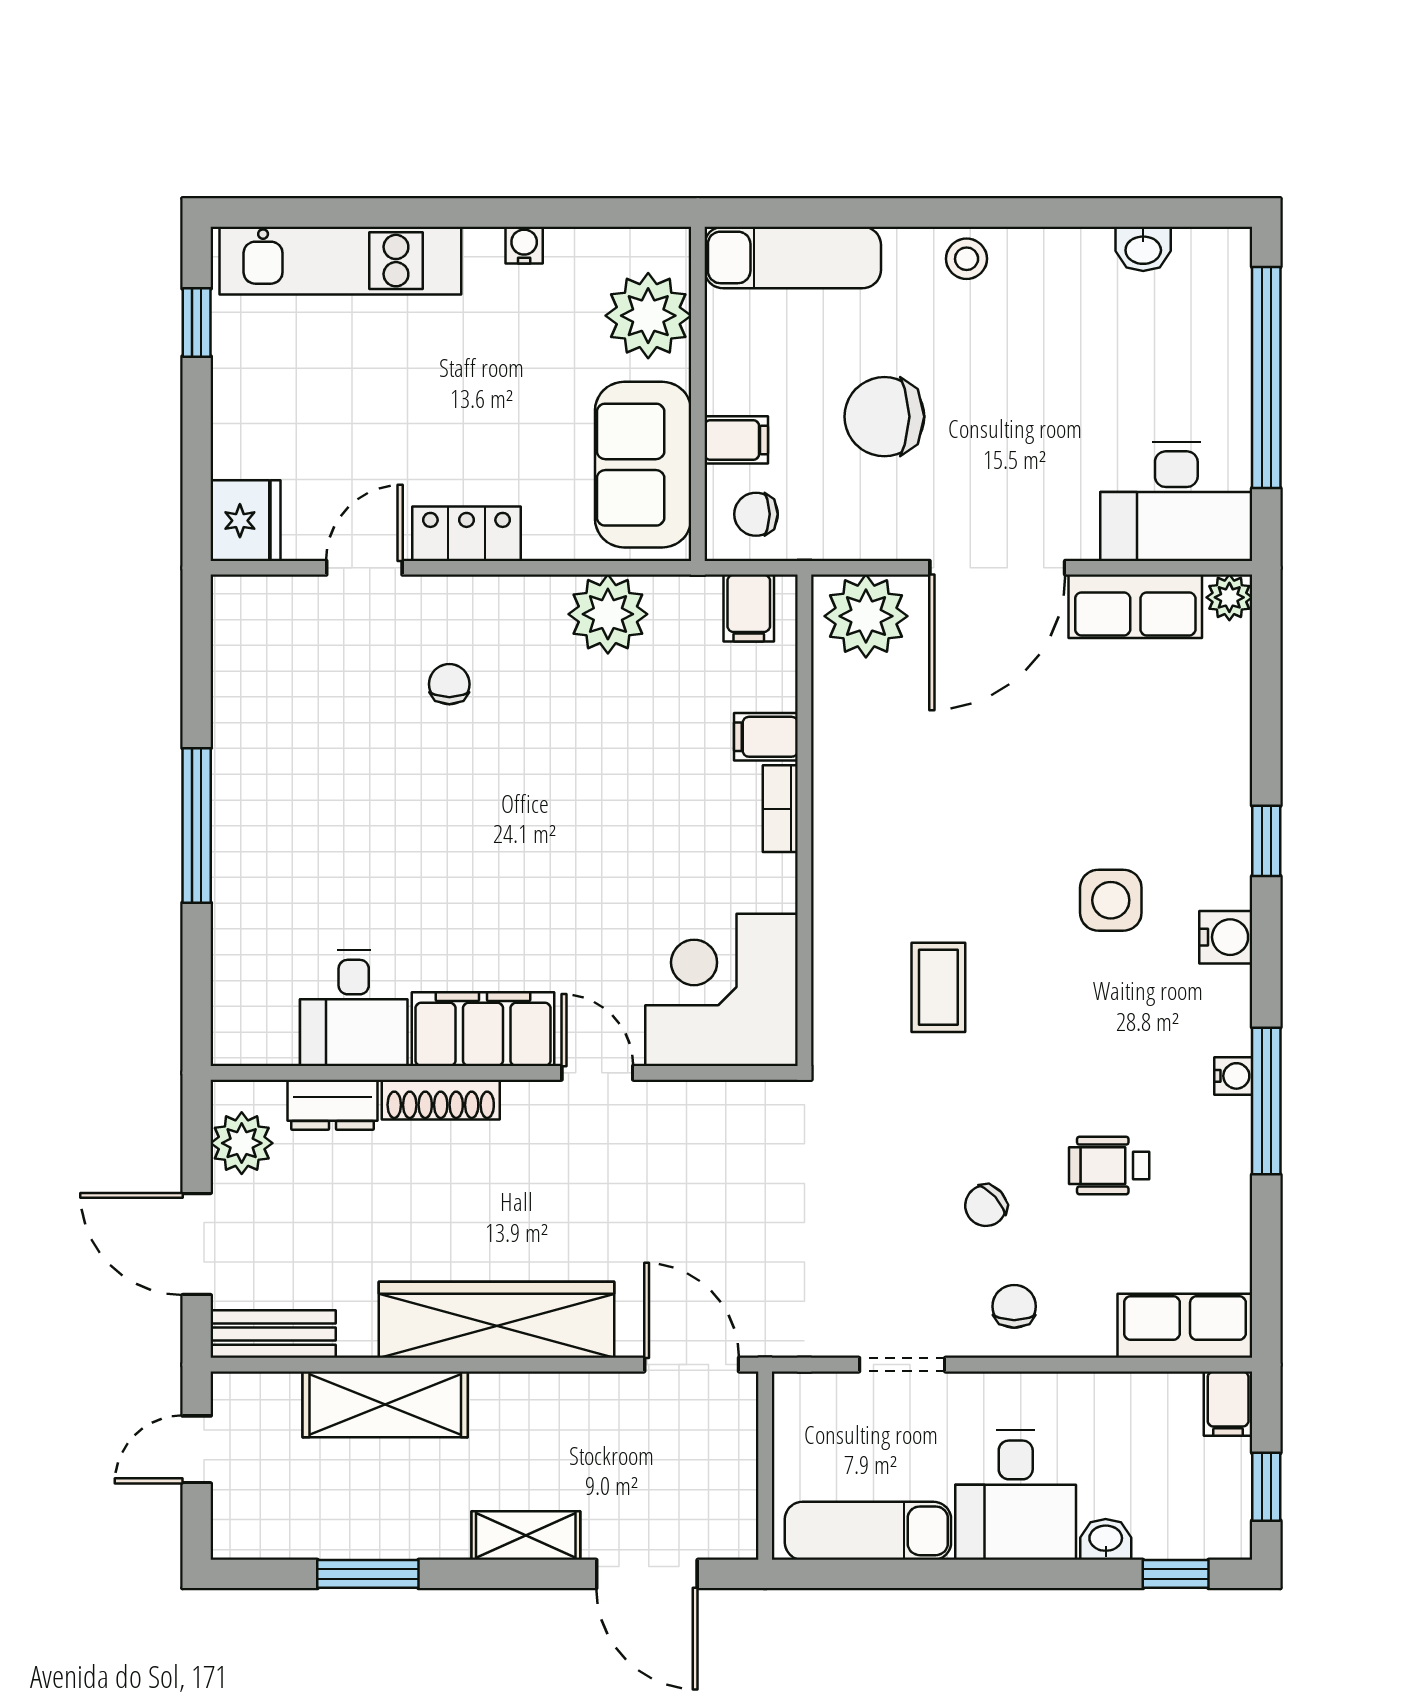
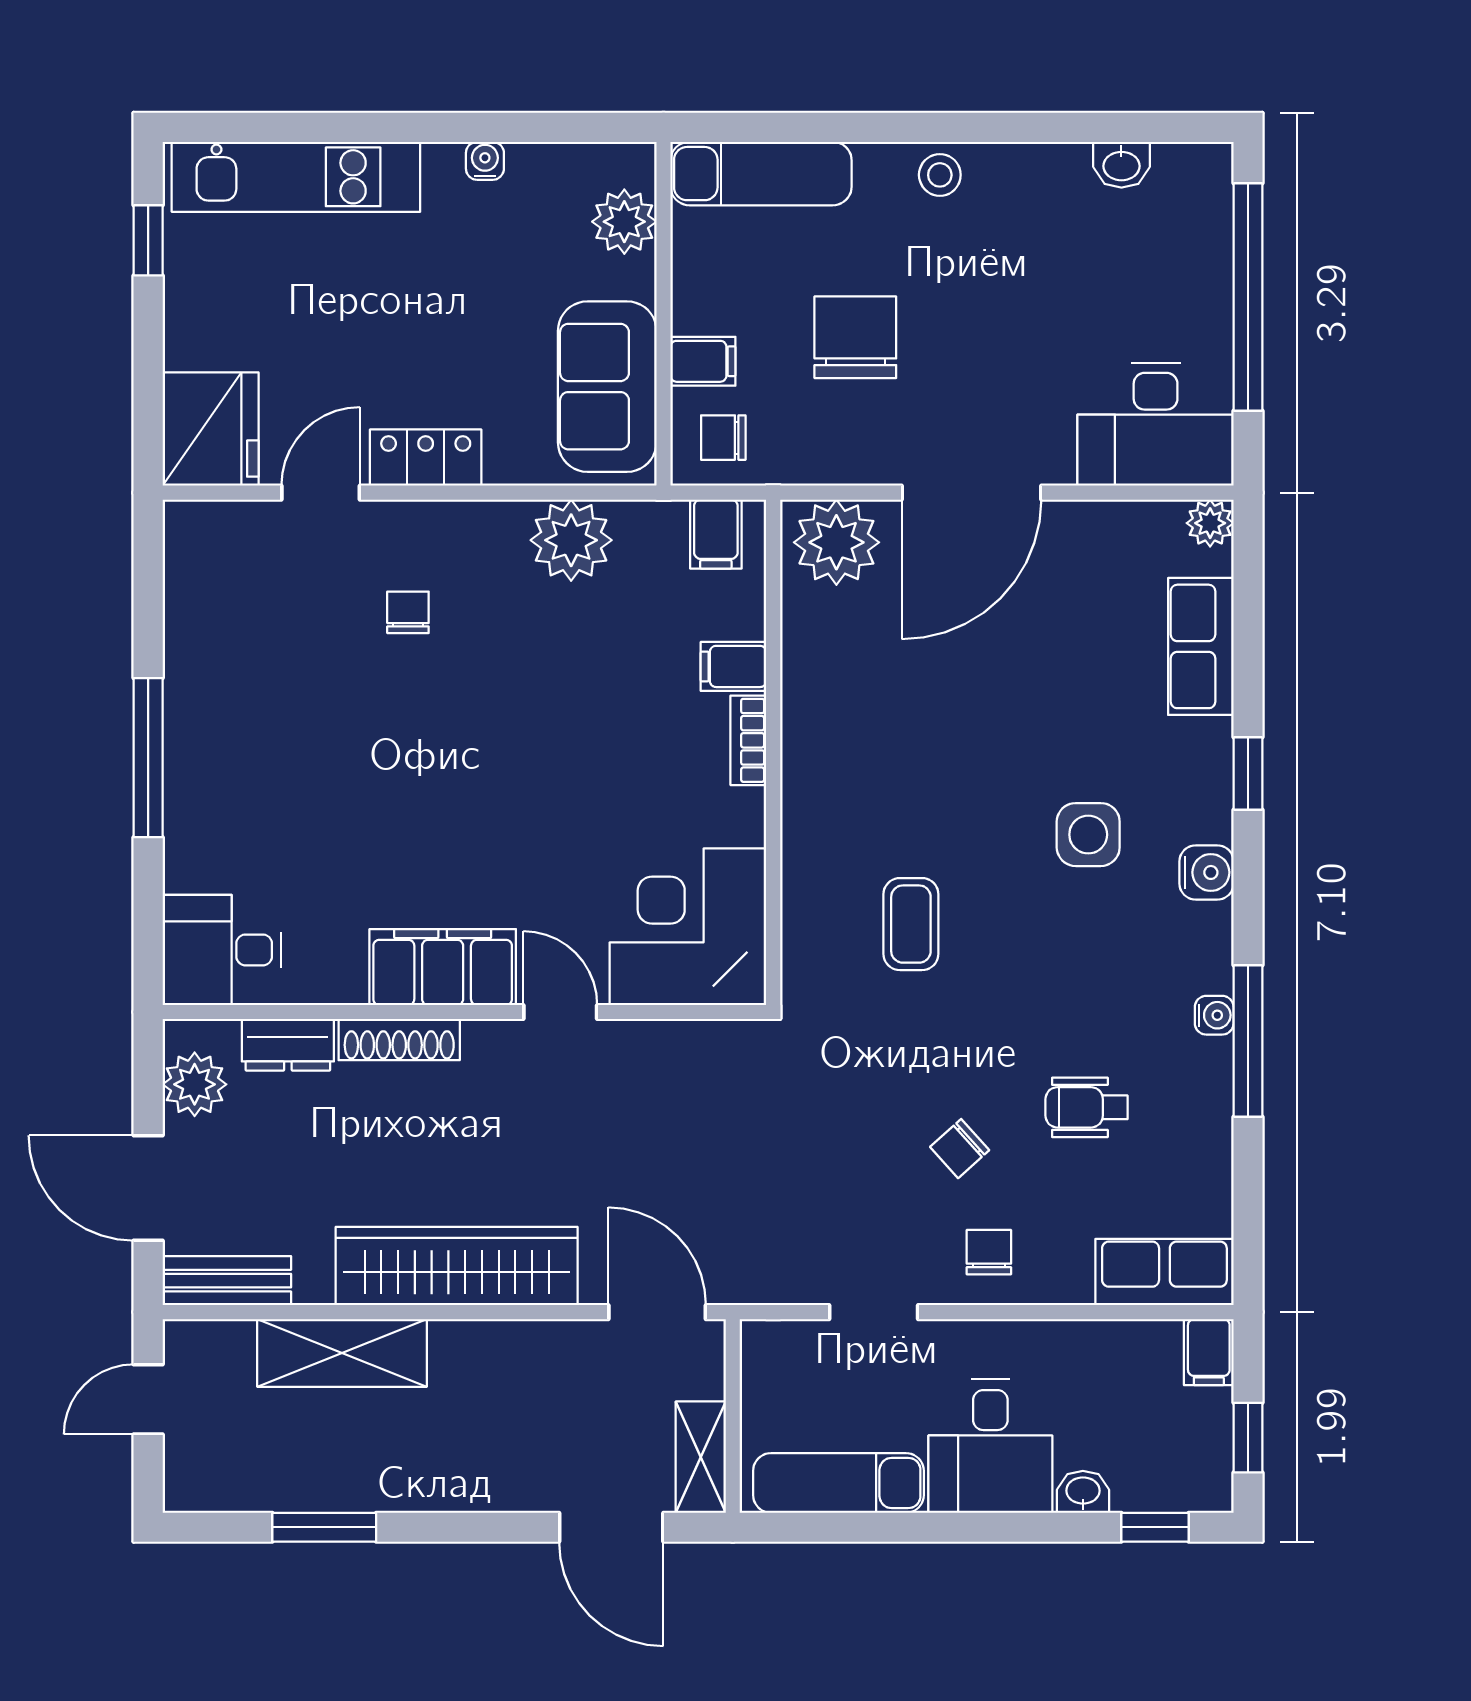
plant: (648, 316) -> (624, 222), width x0.73, depth x0.73
chair: (884, 417) -> (855, 337), turned 90
fridge: (246, 521) -> (211, 429), width x1.36, depth x1.34
row of seats: (1135, 606) -> (1201, 646), moved, turned 90
desk: (354, 1008) -> (222, 950), moved, turned 90
shelving: (526, 1536) -> (701, 1457), moved, turned 90

